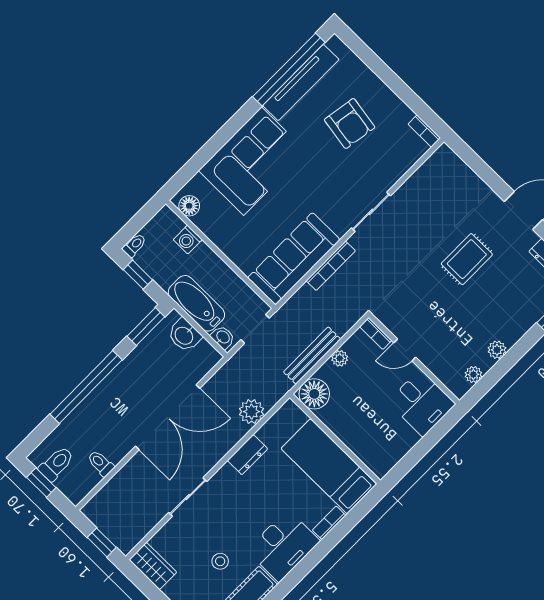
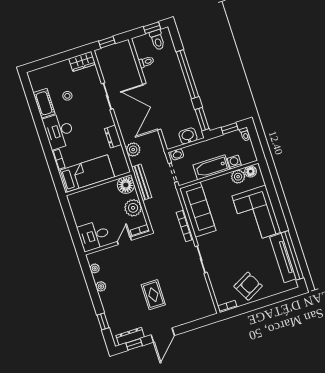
armchair: (350, 123) -> (248, 286), moved, turned 143
plant: (208, 221) -> (238, 177), added
bathtub: (196, 303) -> (211, 167), moved, turned 180
bench: (312, 356) -> (142, 182), moved
plant: (340, 358) -> (133, 208), width x1.87, depth x1.87

